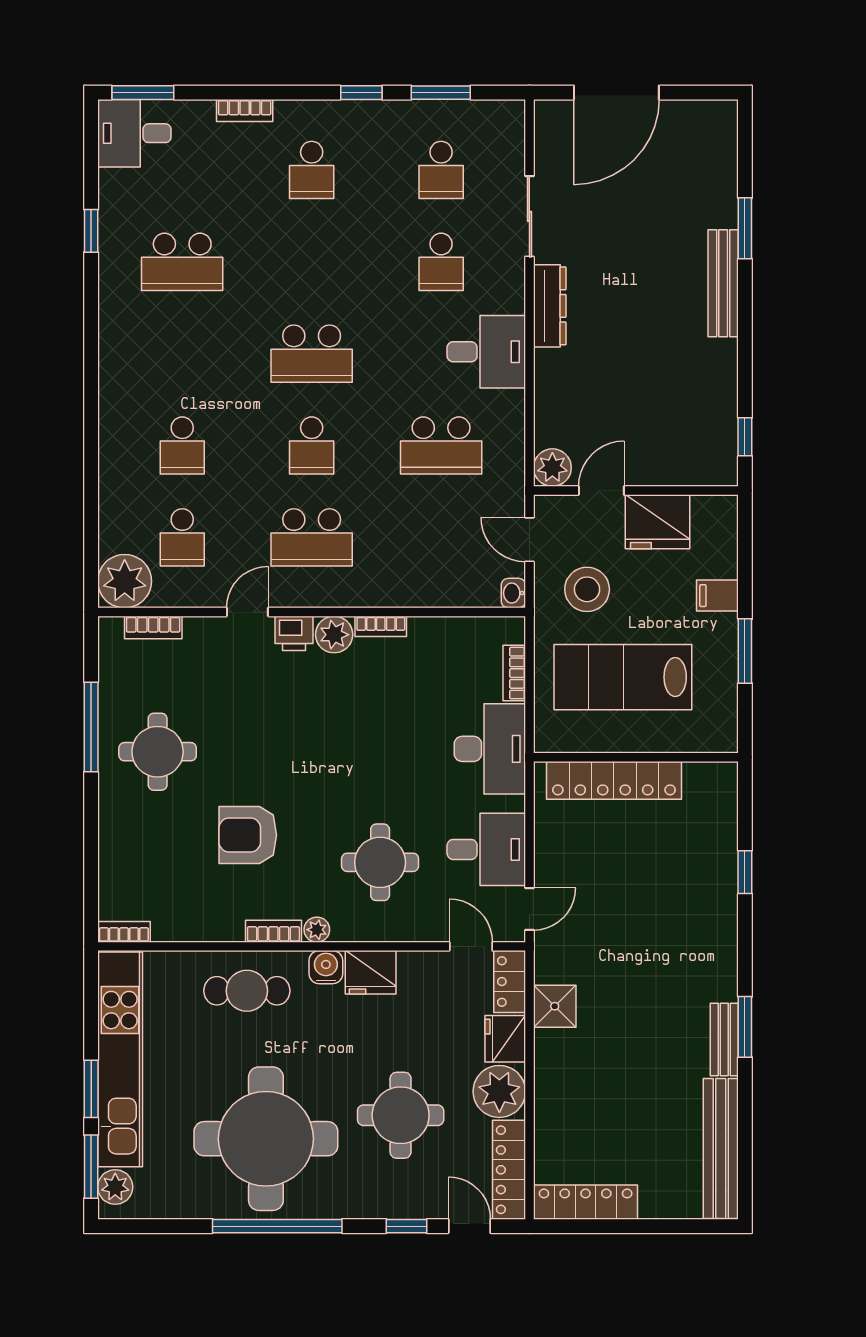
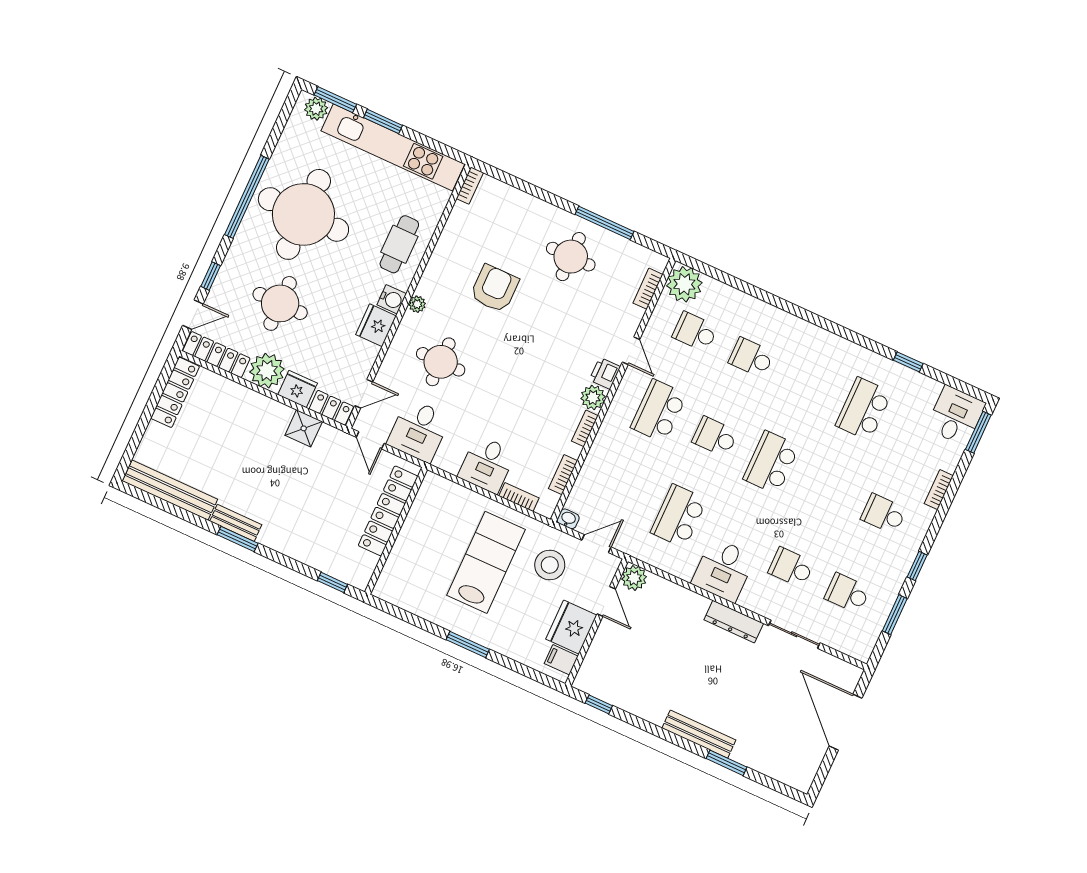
filing cabinet: (717, 596) -> (561, 660), moved, turned -90
desk: (490, 749) -> (487, 464), width x0.73
wall: (636, 757) -> (396, 531), moved
locker: (614, 780) -> (388, 511), moved
bookcase: (273, 931) -> (563, 475), moved, turned 180

